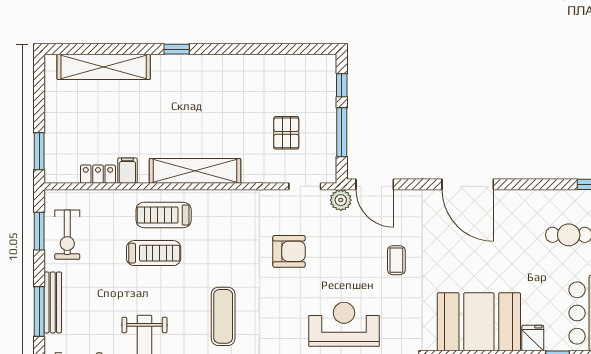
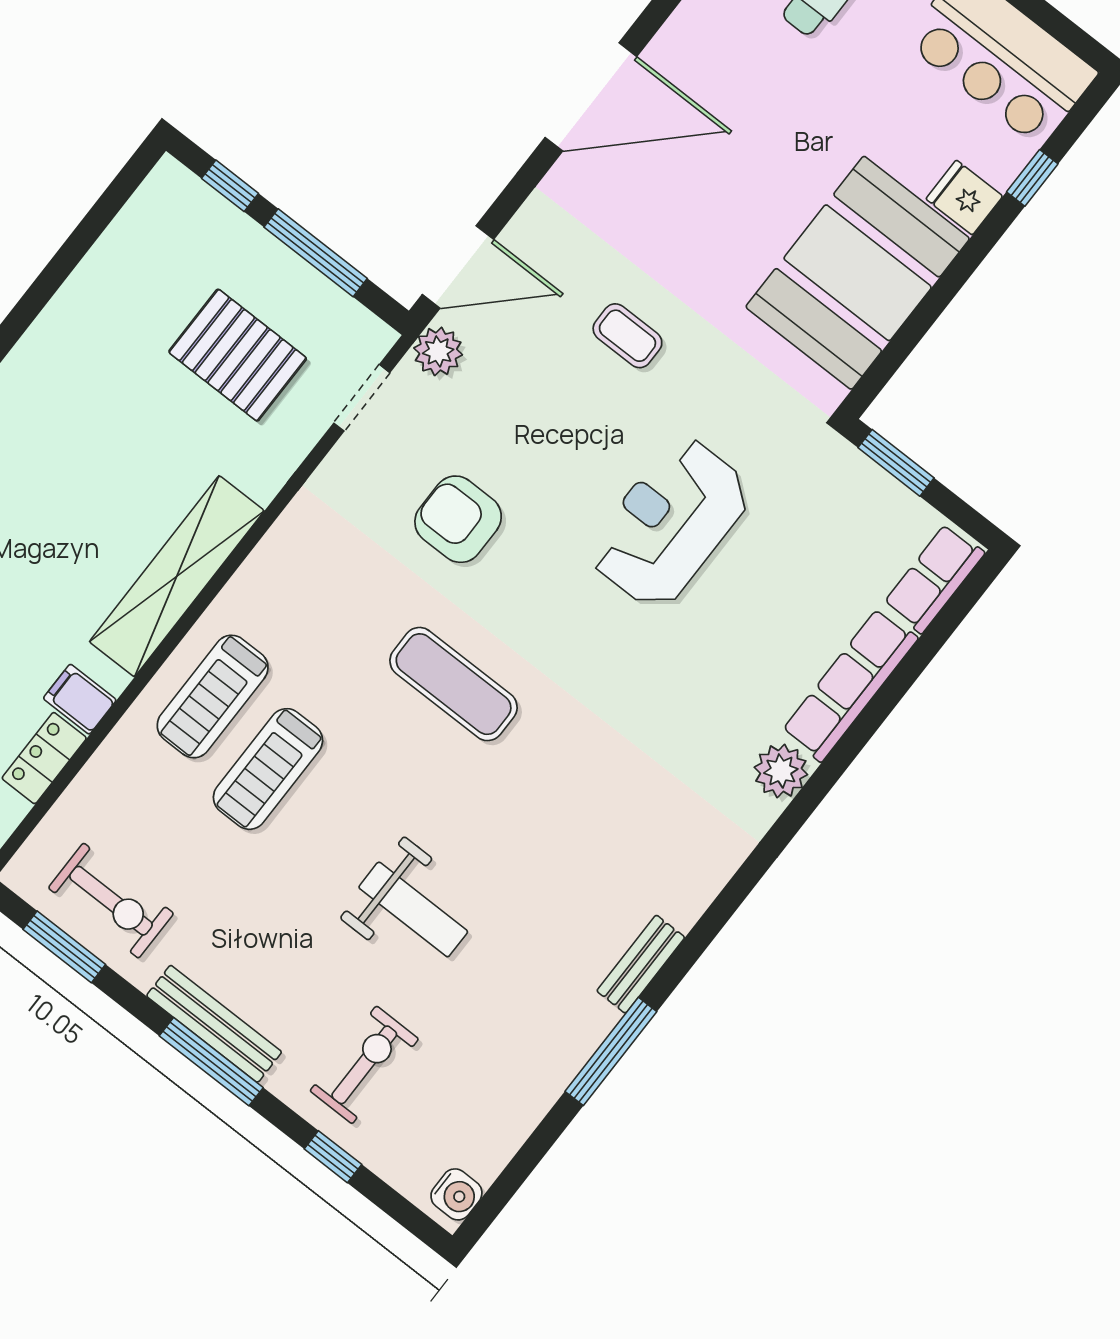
pallet: (286, 133) -> (238, 355), width x1.50, depth x1.42
armchair: (289, 251) -> (458, 519), turned -90
treadmill: (154, 253) -> (268, 769), turned 180
exercise mat: (223, 316) -> (454, 684), moved

